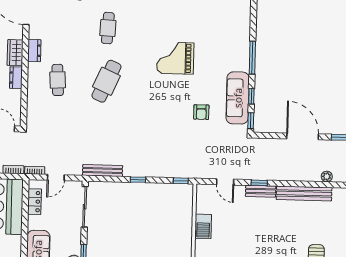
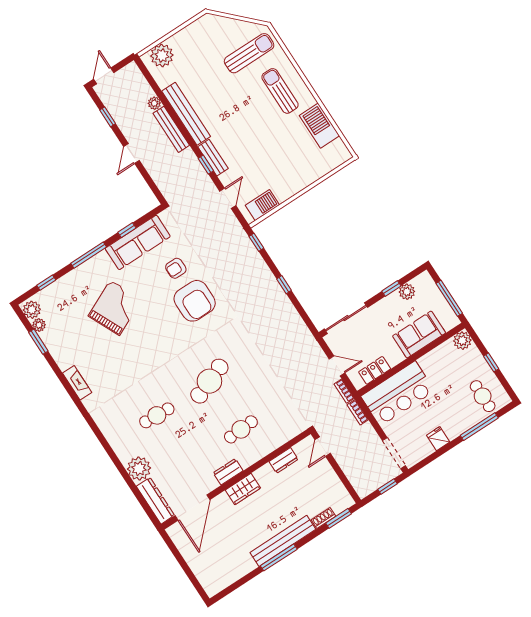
grand piano: (175, 58) -> (115, 308), moved, turned -115
dresser: (16, 78) -> (284, 460), moved
cafe table: (106, 81) -> (209, 381), turned -45
armchair: (170, 109) -> (195, 301), added
armchair: (201, 112) -> (176, 268), turned 180
window: (251, 121) -> (46, 283), moved
door: (303, 136) -> (132, 154), width x0.53
bench: (103, 170) -> (171, 129), moved
barbecue: (203, 226) -> (262, 205), moved

